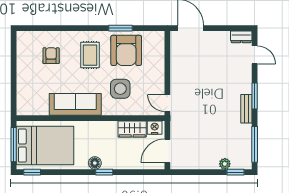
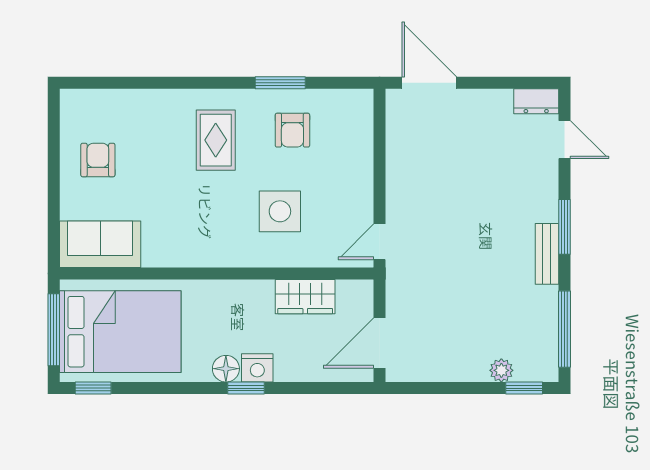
armchair: (126, 50) -> (292, 130), width x0.53, depth x0.53
armchair: (51, 56) -> (98, 160), moved
door: (167, 103) -> (380, 242), hinge flipped
sofa: (75, 104) -> (100, 244), moved, width x0.73
nightstand: (155, 128) -> (257, 368), moved, turned 180

